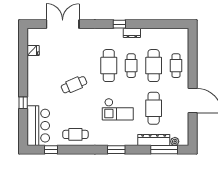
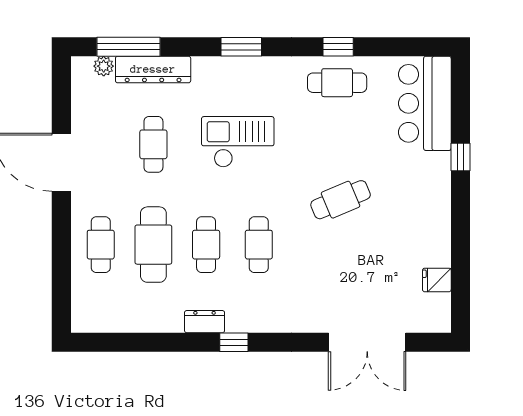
cafe table: (109, 66) -> (259, 245), width x0.73, depth x0.74
cafe table: (154, 108) -> (153, 144), width x0.73, depth x0.74
window: (51, 150) -> (338, 47), moved

